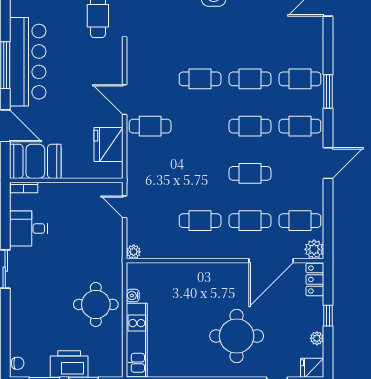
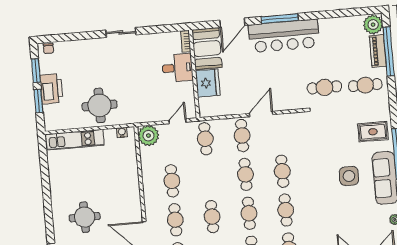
cafe table: (200, 126) -> (245, 174), added
fridge: (109, 145) -> (208, 83), moved, turned 90
cafe table: (150, 173) -> (205, 139), added
desk: (29, 229) -> (177, 68), moved, turned 90
plant: (134, 252) -> (148, 136), width x1.87, depth x1.87
water cooler: (133, 295) -> (122, 132), moved
round table: (237, 336) -> (85, 217), width x0.73, depth x0.73

